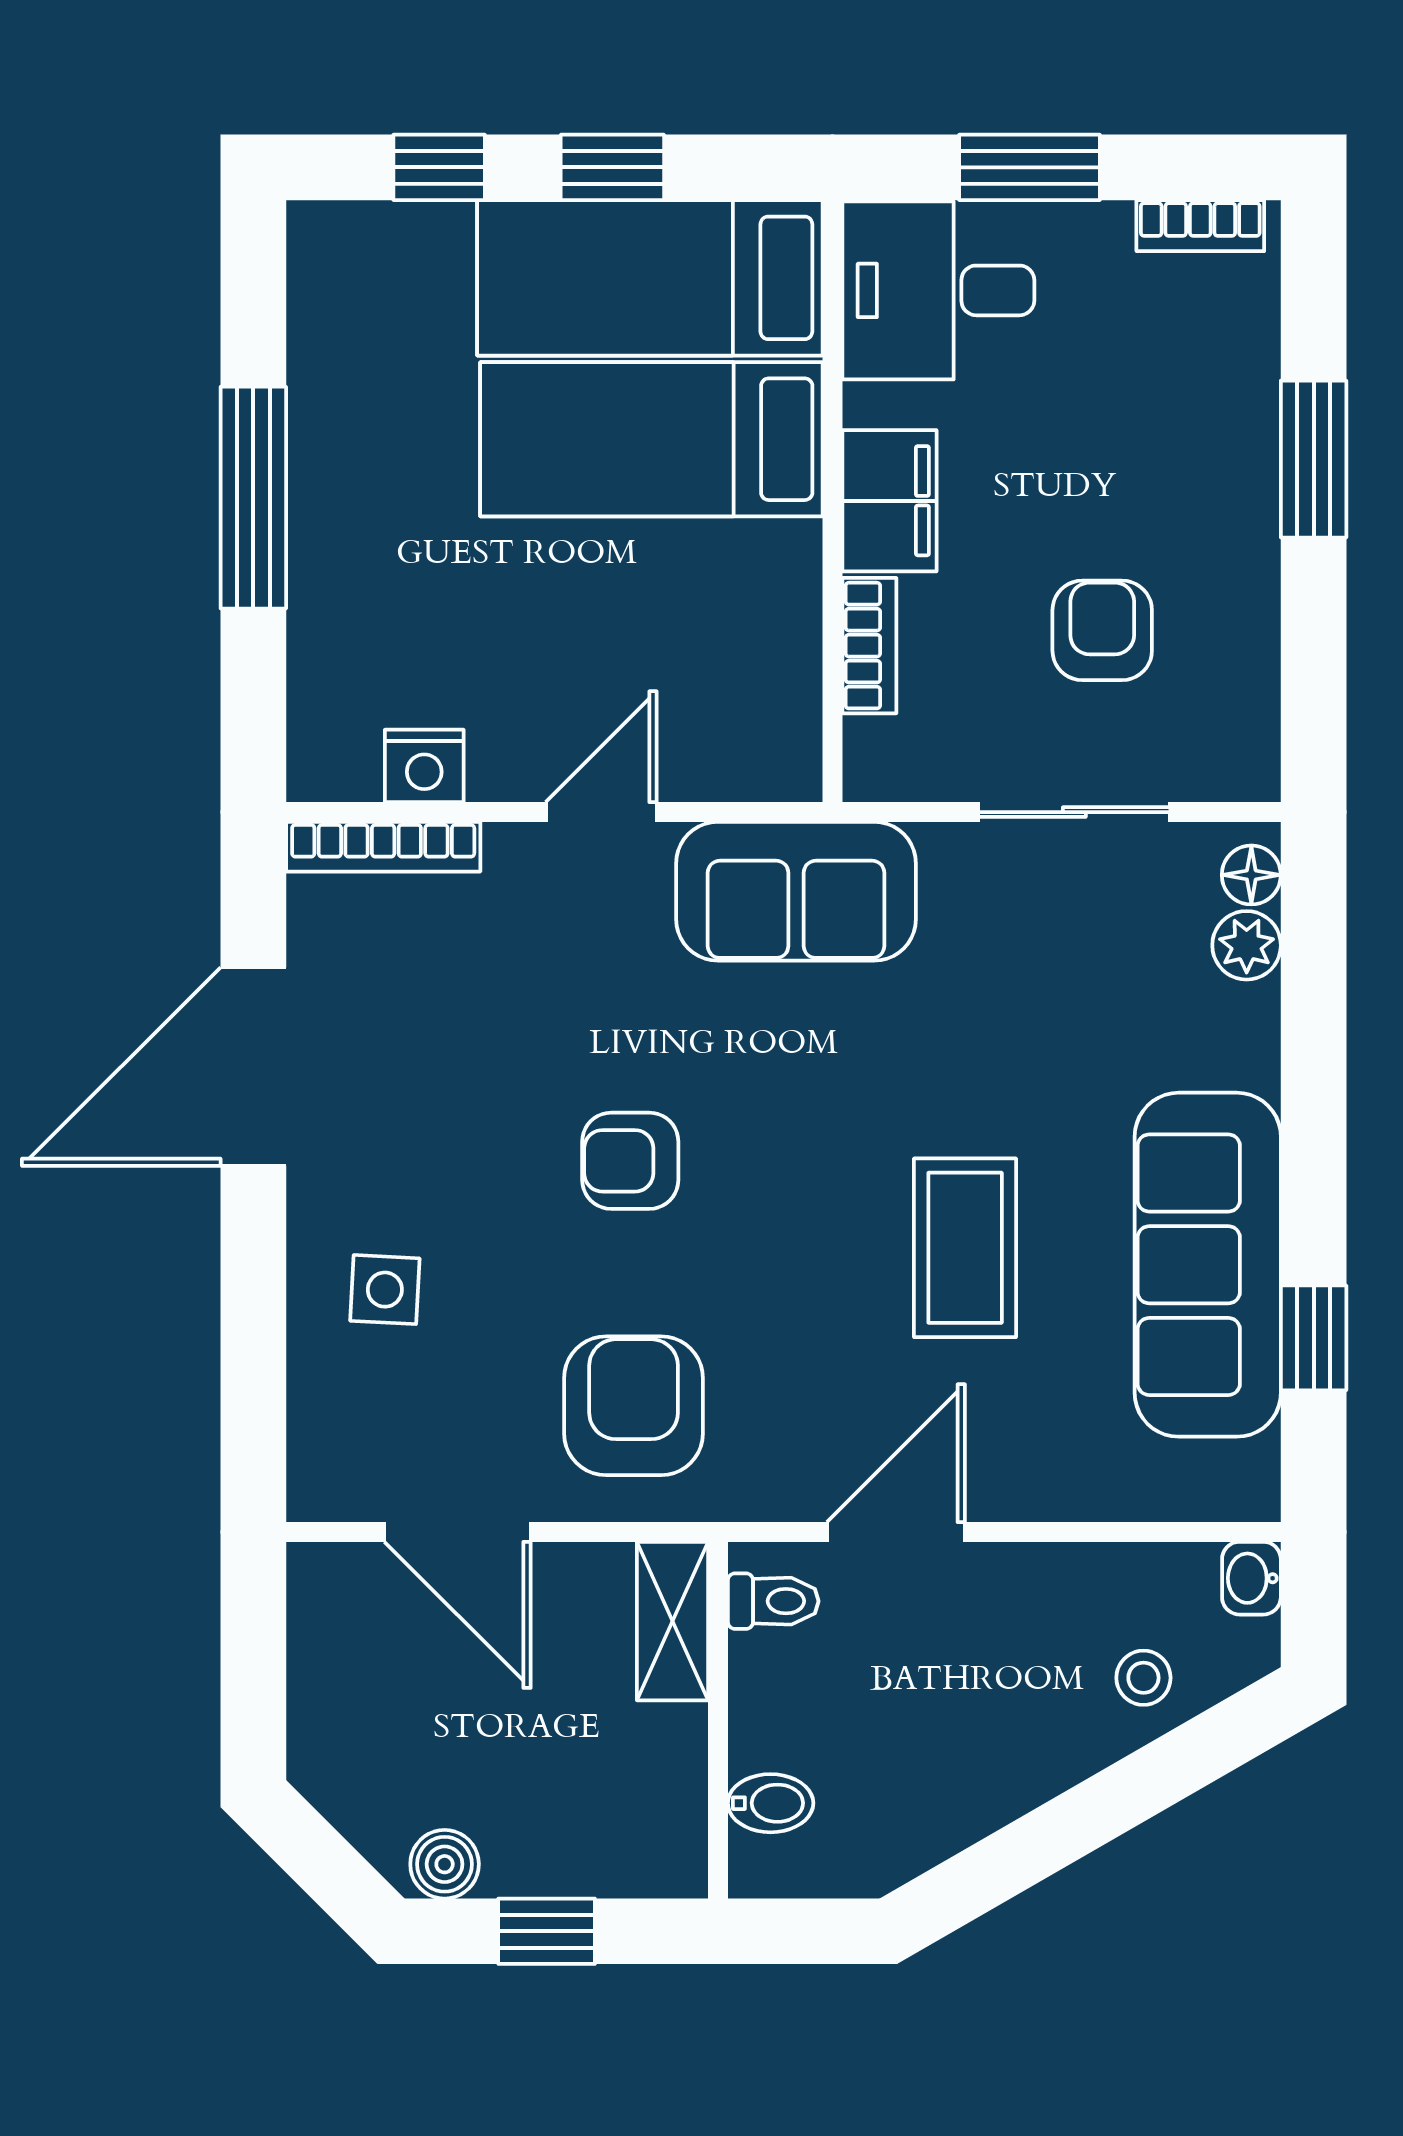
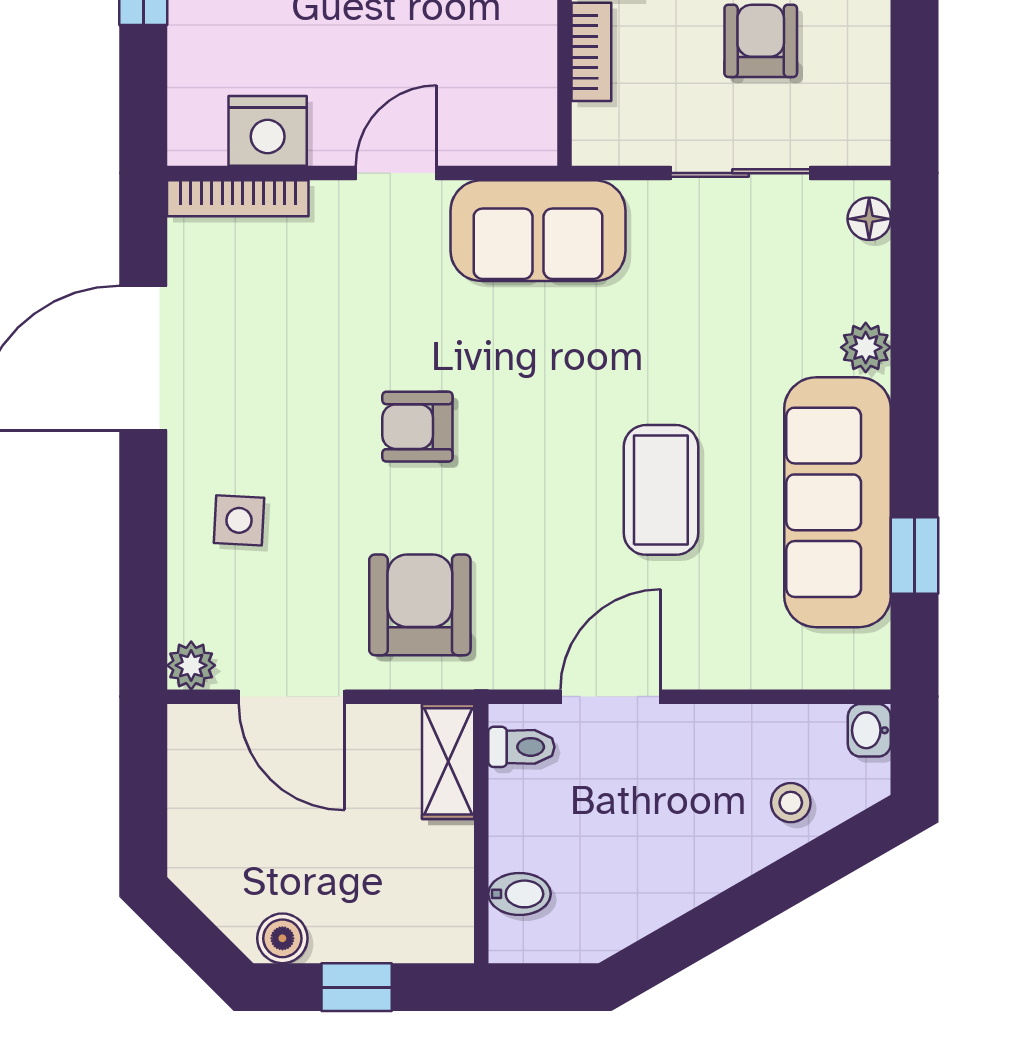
nightstand: (424, 766) -> (268, 131), width x1.36, depth x1.33
plant: (1247, 945) -> (866, 347), moved
plant: (319, 1489) -> (191, 665), added

